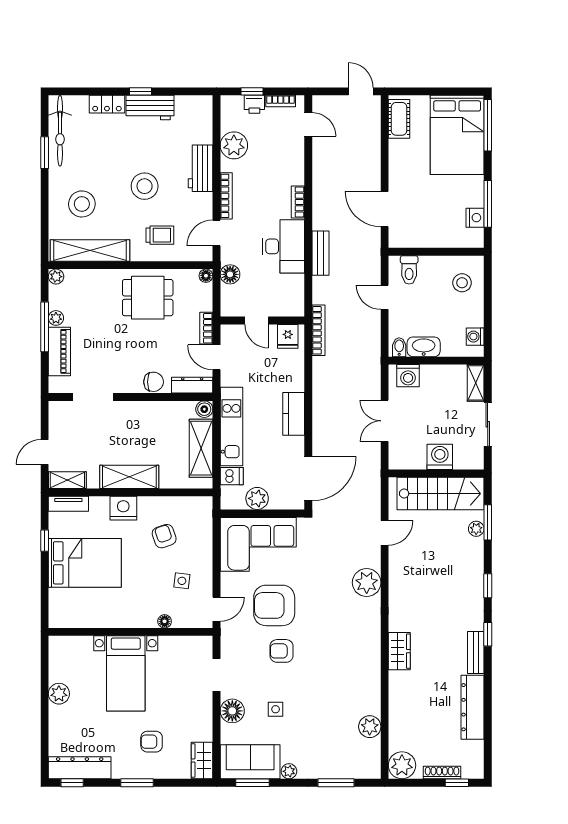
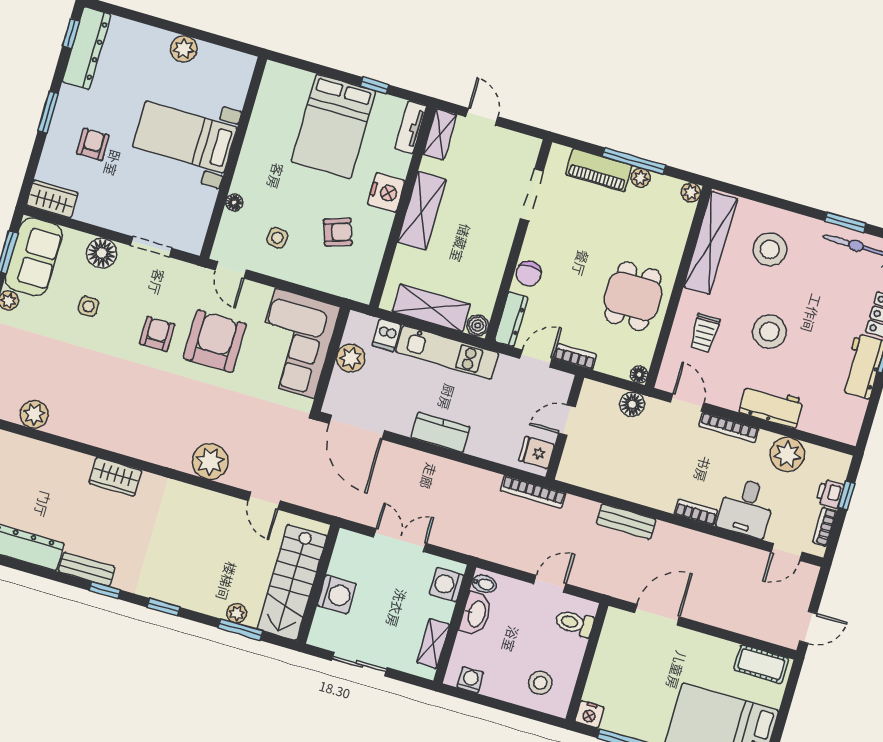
nightstand: (475, 218) -> (590, 714), moved
desk: (283, 246) -> (746, 508), moved, width x0.73
shelving: (476, 383) -> (433, 643), moved, turned 90

